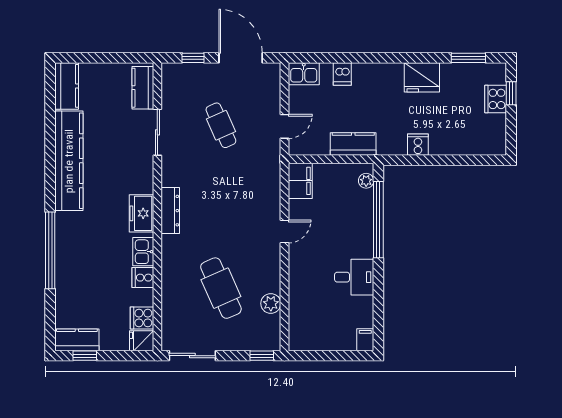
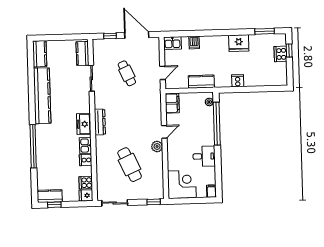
plant: (271, 303) -> (157, 146), moved
corner desk: (313, 326) -> (182, 184), added

